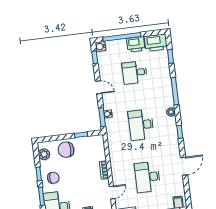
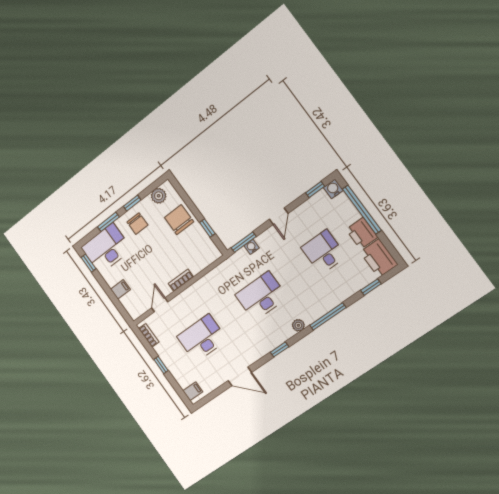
door: (112, 193) -> (160, 305), swing flipped

